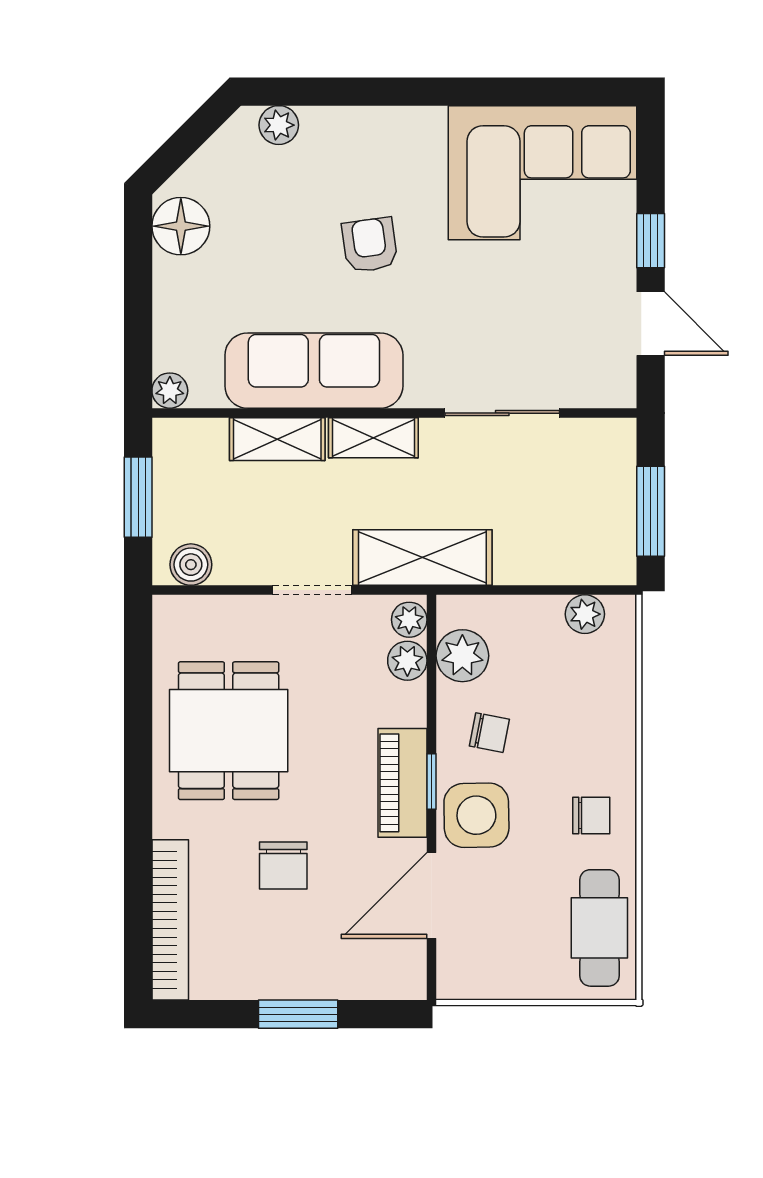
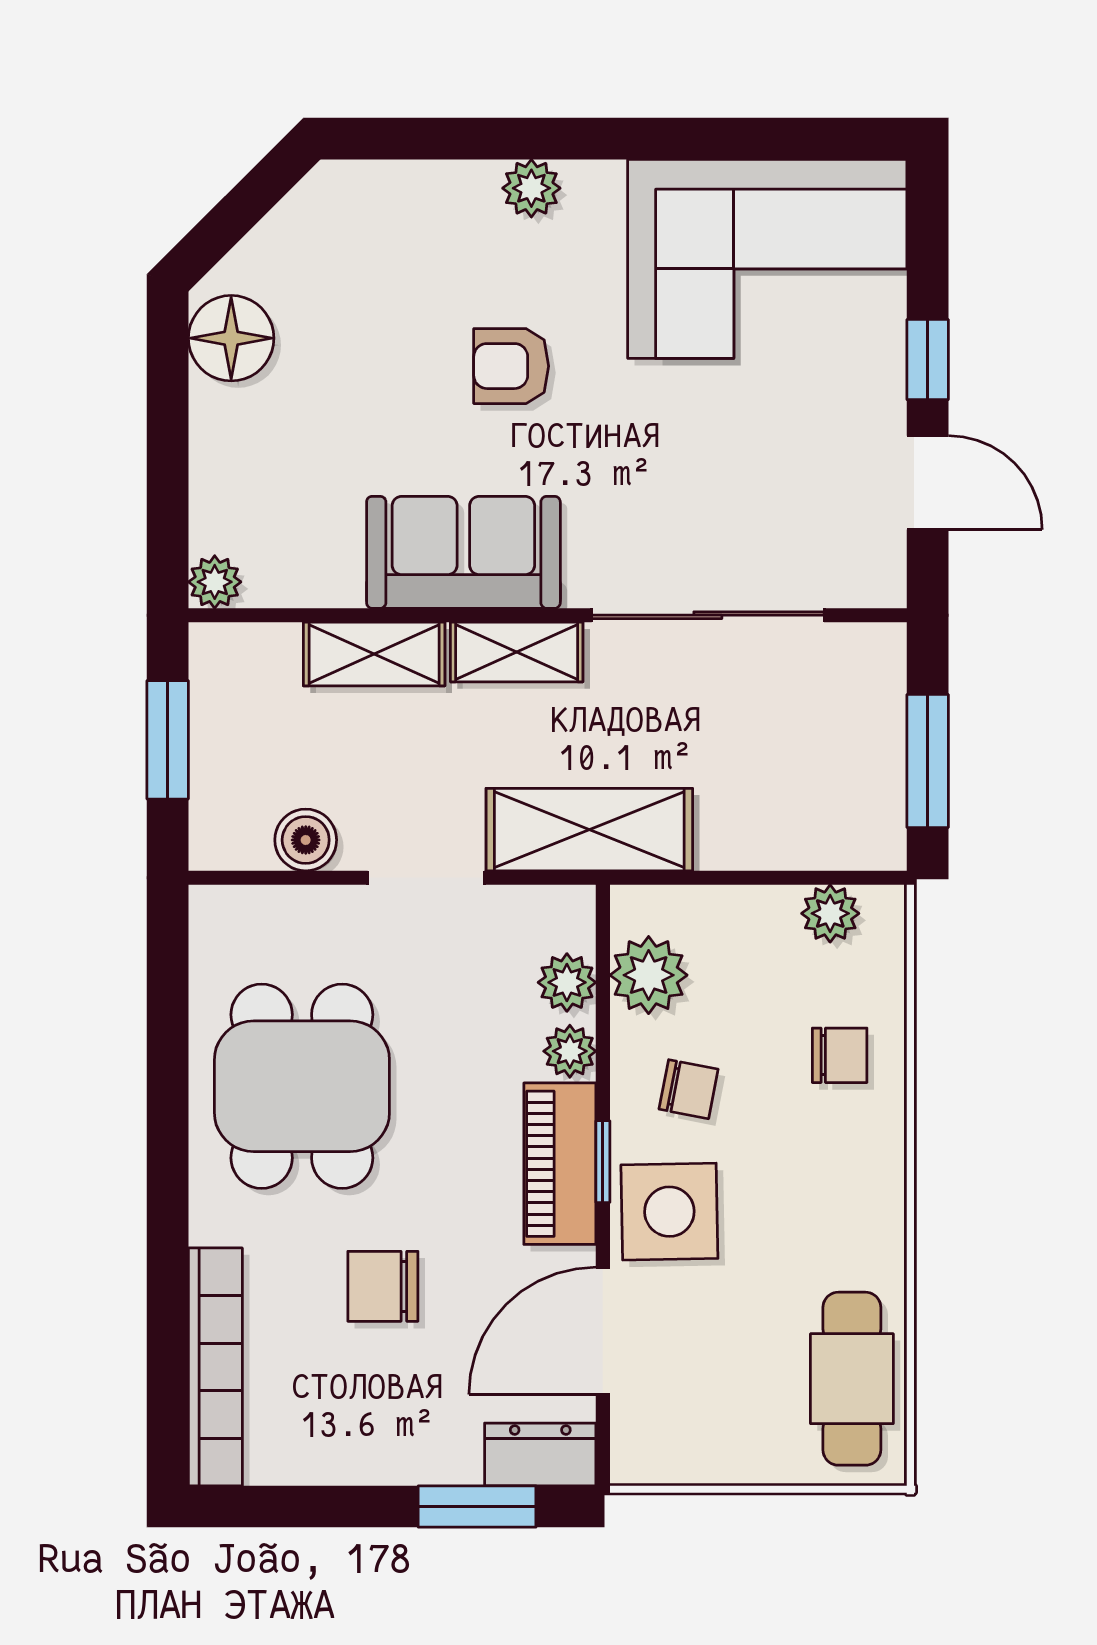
plant: (279, 125) -> (531, 188), moved
armchair: (370, 245) -> (511, 366), turned -82
sofa: (314, 371) -> (463, 552), width x0.73
sliding door: (502, 413) -> (708, 615), width x1.37
boiler: (191, 565) -> (306, 840), moved
plant: (409, 620) -> (570, 1051), moved
chair: (591, 816) -> (840, 1055), moved
chair: (283, 866) -> (383, 1286), turned 90
dresser: (389, 979) -> (540, 1454), added
window: (298, 1014) -> (477, 1506), moved

